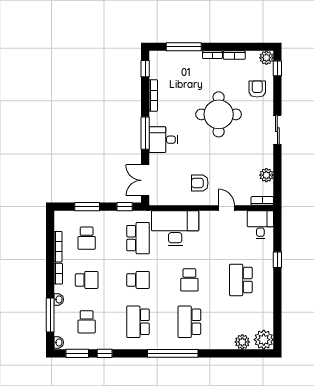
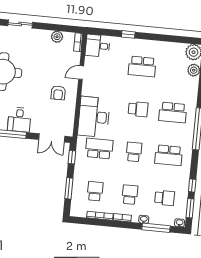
school desk: (87, 238) -> (95, 191), turned -90

